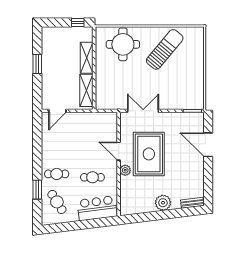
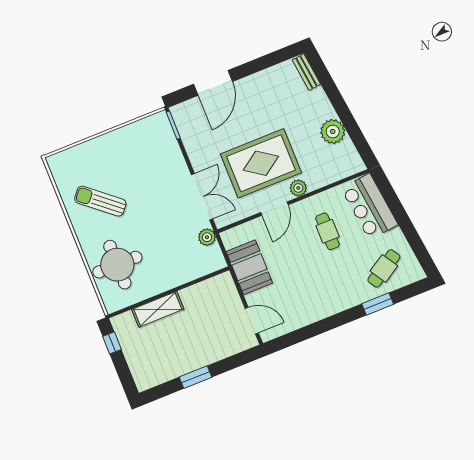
sun lounger: (165, 49) -> (100, 201), width x0.73, depth x0.75
shelving: (86, 90) -> (205, 291), removed
plant: (118, 104) -> (207, 237), added
double door: (143, 111) -> (202, 197), swing flipped
booth: (90, 122) -> (249, 267), added
cafe table: (57, 174) -> (344, 285), removed
plant: (163, 203) -> (333, 131), moved

